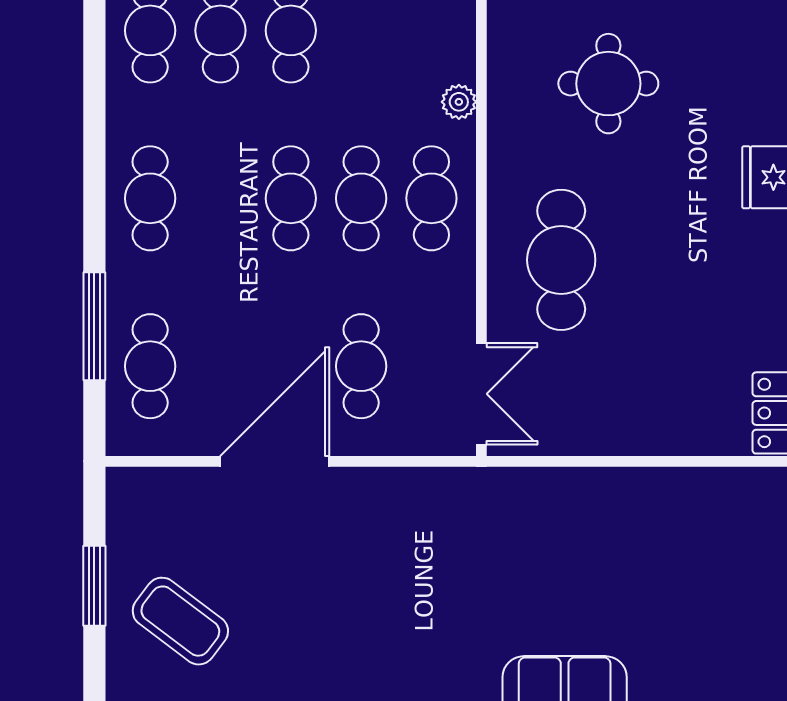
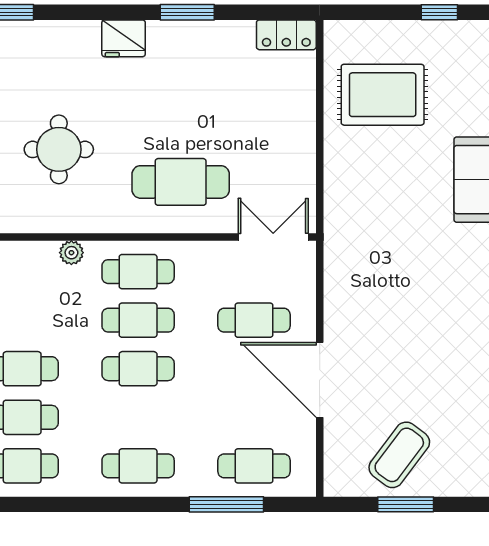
rug: (688, 552) -> (383, 95), added
coffee table: (180, 621) -> (399, 455), moved

